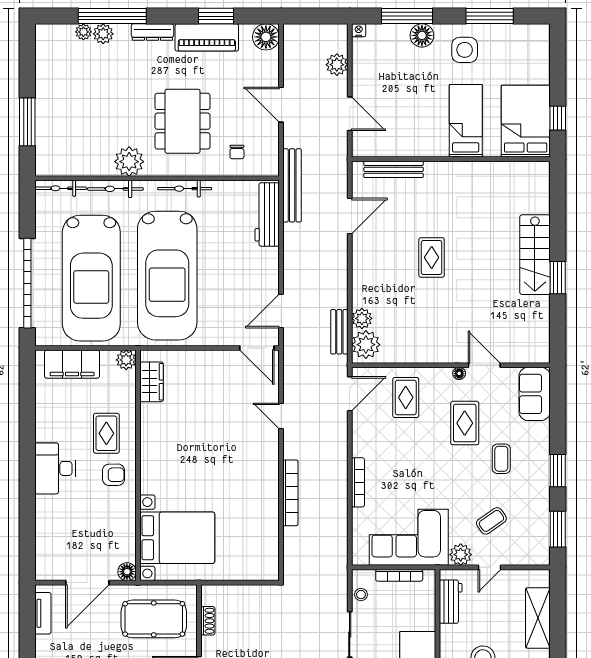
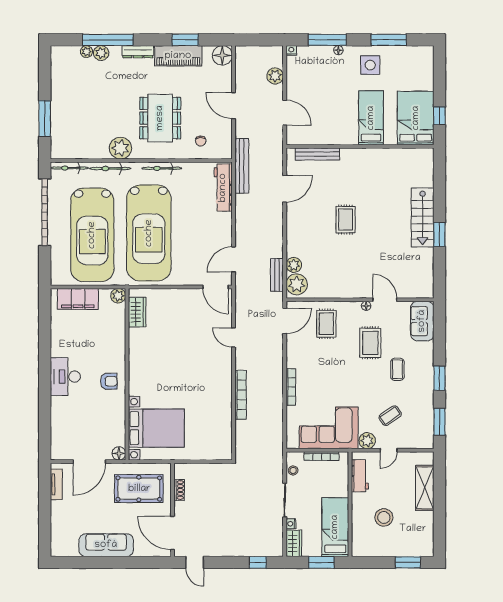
floor lamp: (422, 35) -> (338, 50), width x0.53, depth x0.53
garage door: (27, 283) -> (45, 212), moved
rug: (106, 433) -> (104, 350), removed

